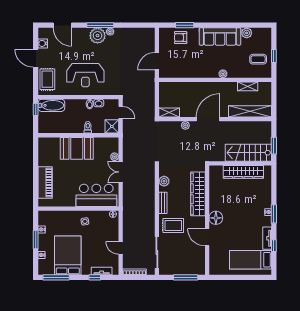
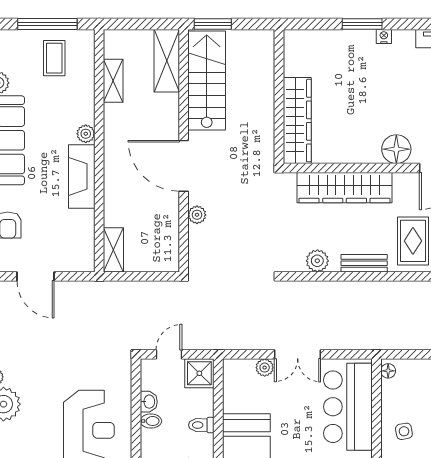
window: (274, 56) -> (47, 24), width x2.17
door: (157, 61) -> (36, 276), moved
fireplace: (203, 72) -> (82, 176), added
shelving: (250, 111) -> (167, 61), width x0.68
shelving: (169, 113) -> (113, 250), moved
window: (274, 146) -> (213, 24), moved
stairs: (248, 153) -> (207, 81), moved, turned 180
wardrobe: (243, 172) -> (297, 121), moved
window: (274, 214) -> (362, 24), moved

